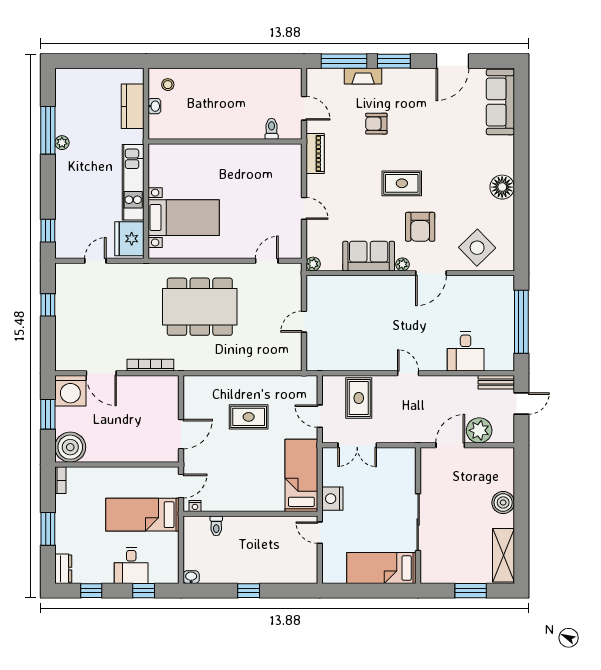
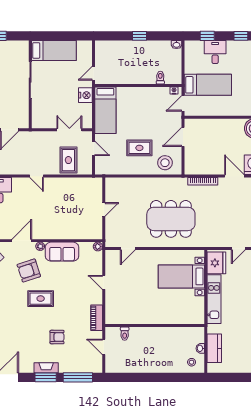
fireplace: (363, 76) -> (46, 368), moved
armchair: (420, 227) -> (29, 270), turned -108
stool: (209, 394) -> (165, 163), added
door: (320, 533) -> (94, 73), swing flipped

